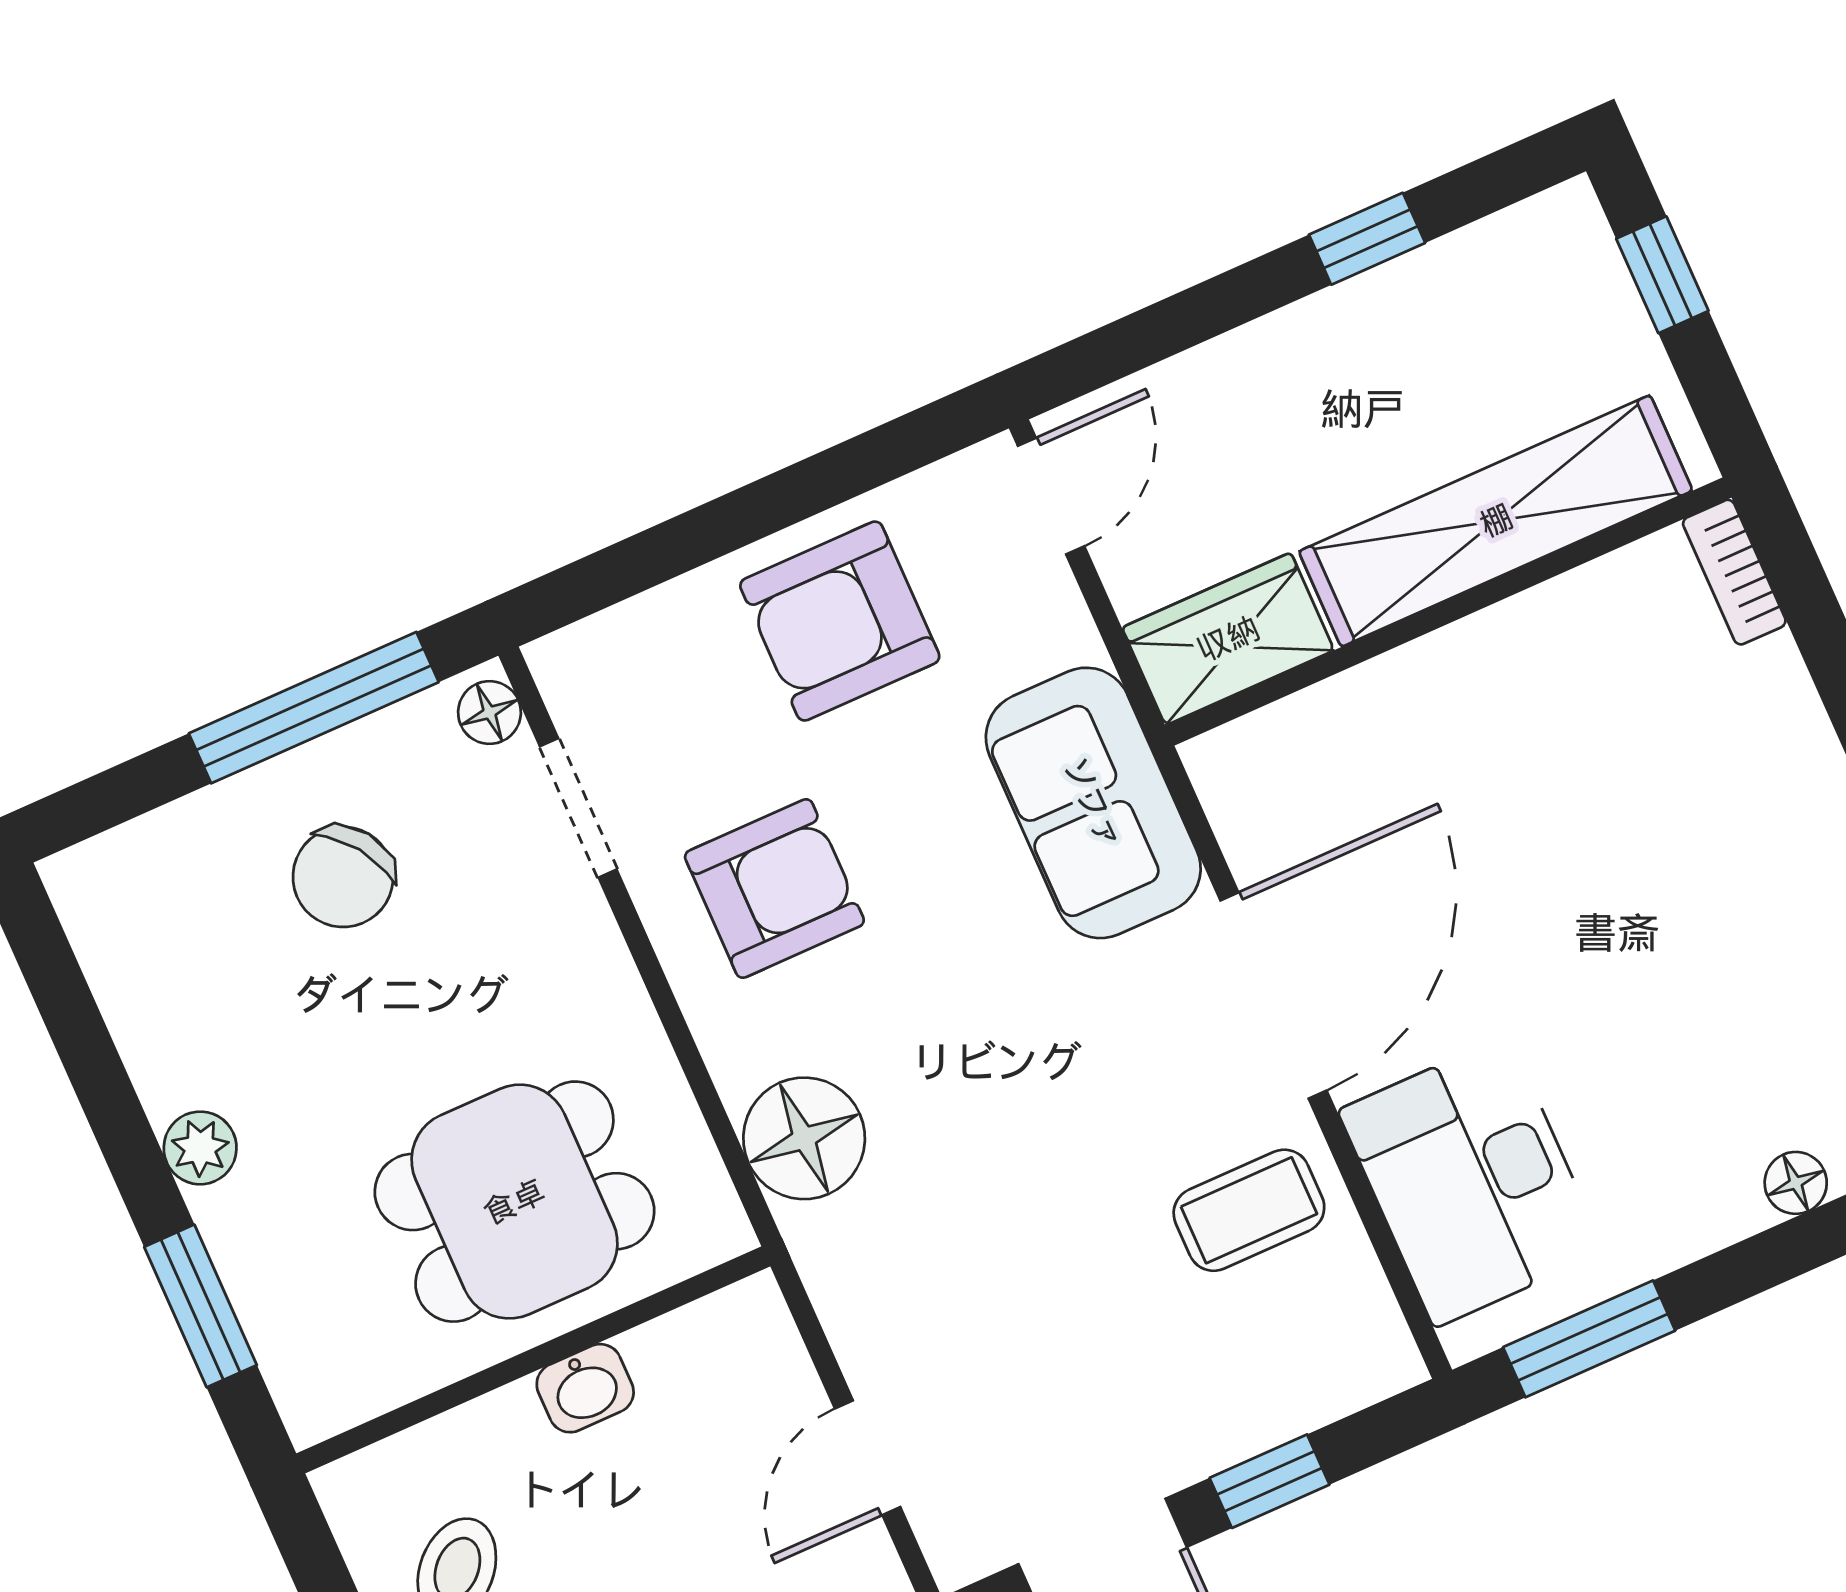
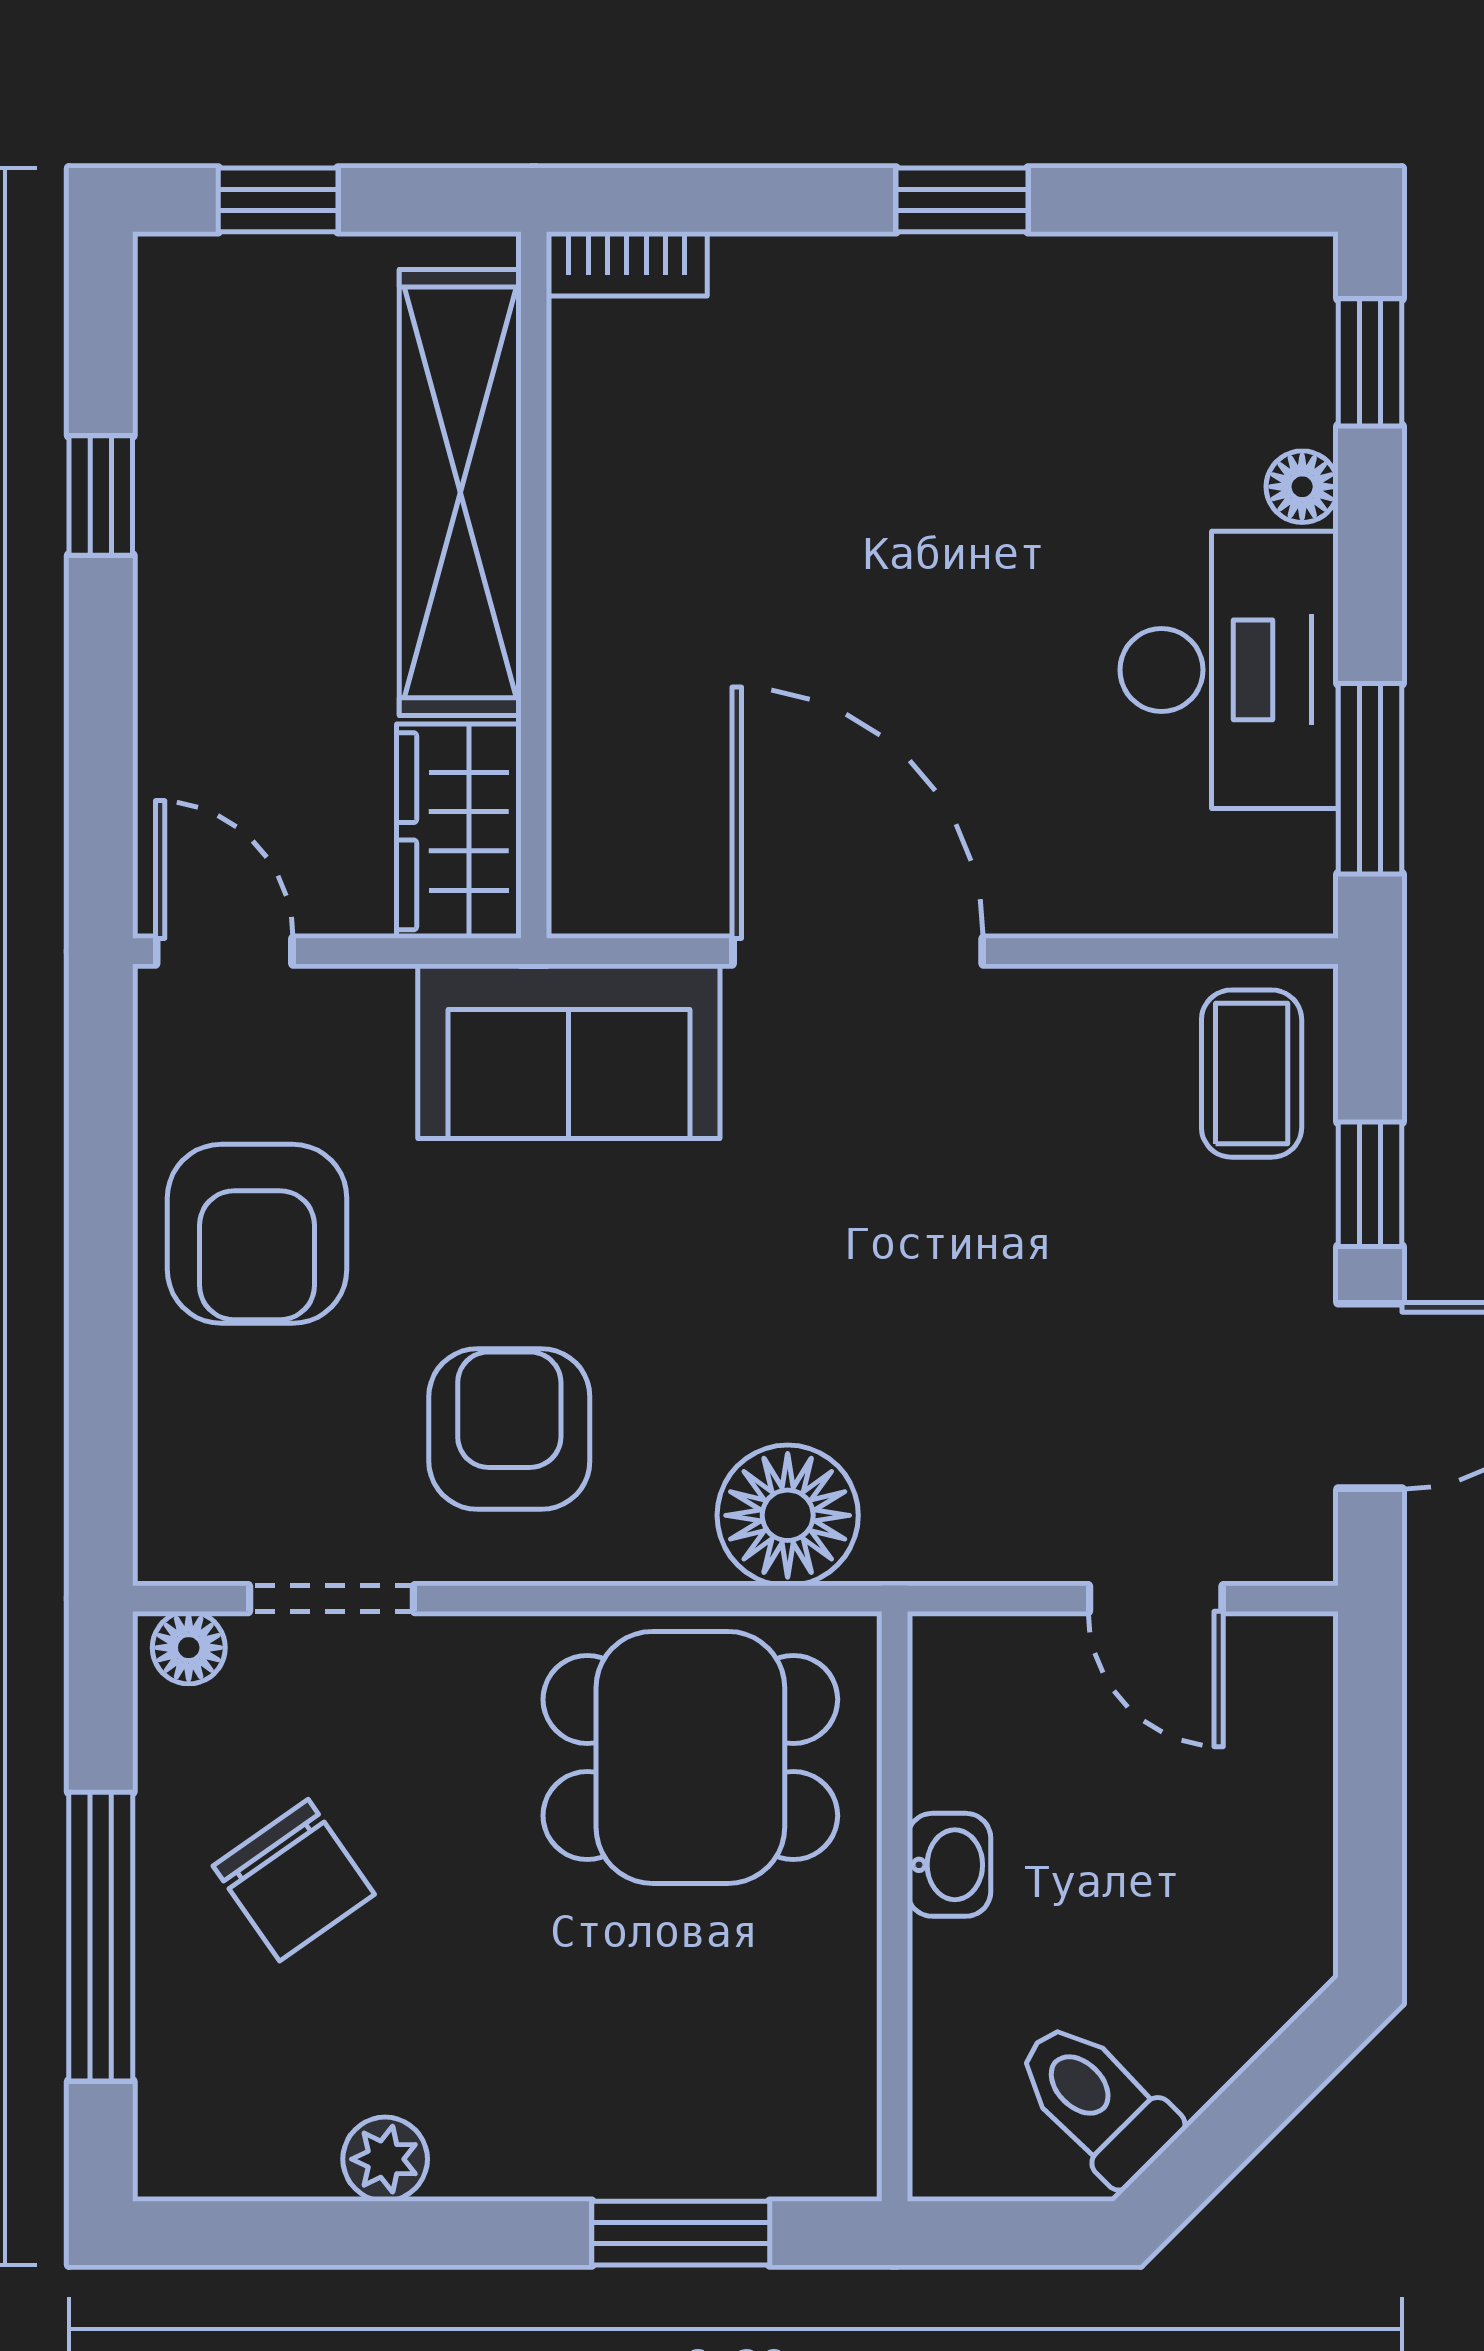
window: (314, 708) -> (101, 1937), moved
plant: (200, 1148) -> (385, 2159), moved
desk: (1471, 1181) -> (1229, 670), moved, turned -90
dining table: (514, 1202) -> (690, 1757), moved, turned 90
coffee table: (1249, 1210) -> (1252, 1074), moved

